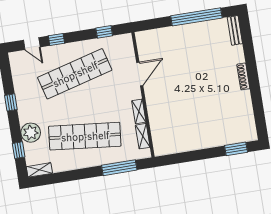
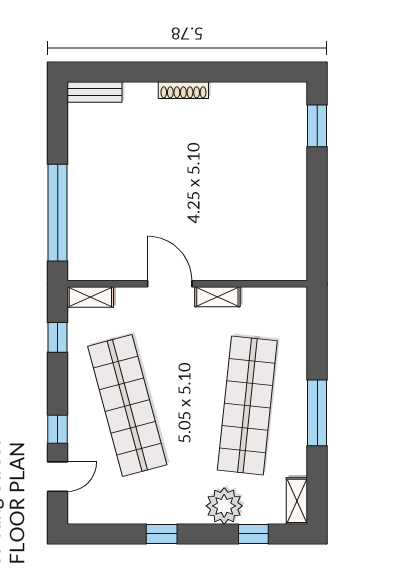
window: (196, 17) -> (58, 213), moved
door: (140, 74) -> (170, 284), moved
shelving: (143, 136) -> (90, 297), moved
window: (119, 168) -> (317, 413), moved

